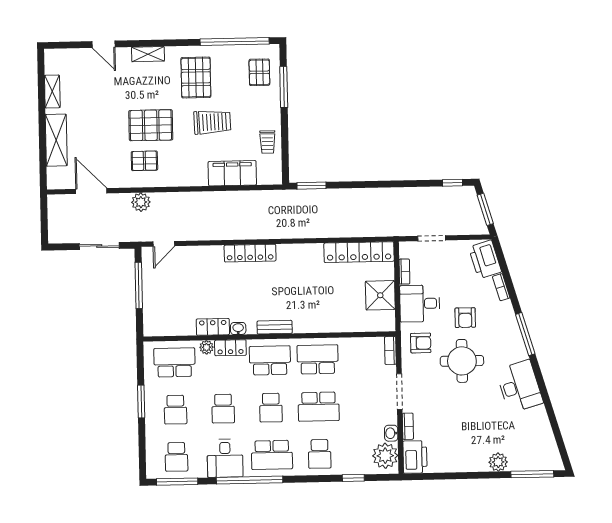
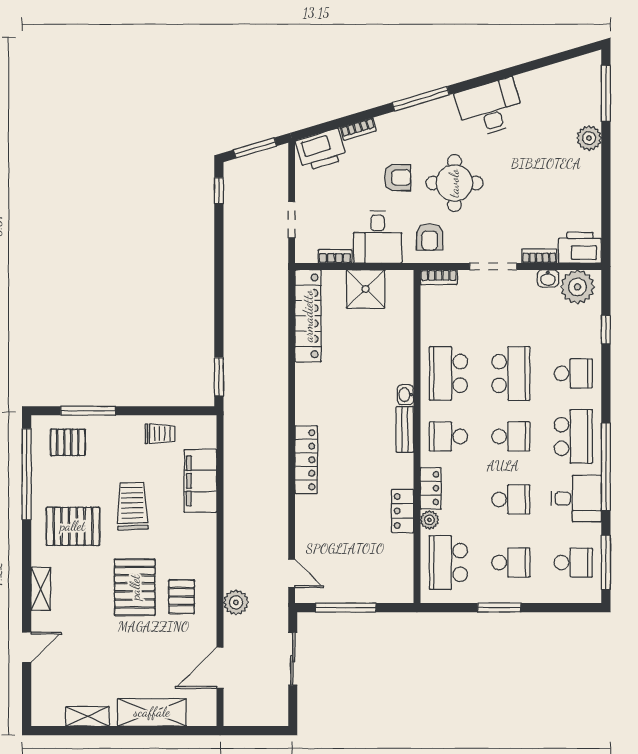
washbasin: (238, 328) -> (405, 395), moved
armchair: (421, 343) -> (430, 237), turned 180
school desk: (270, 360) -> (448, 436), width x0.54

